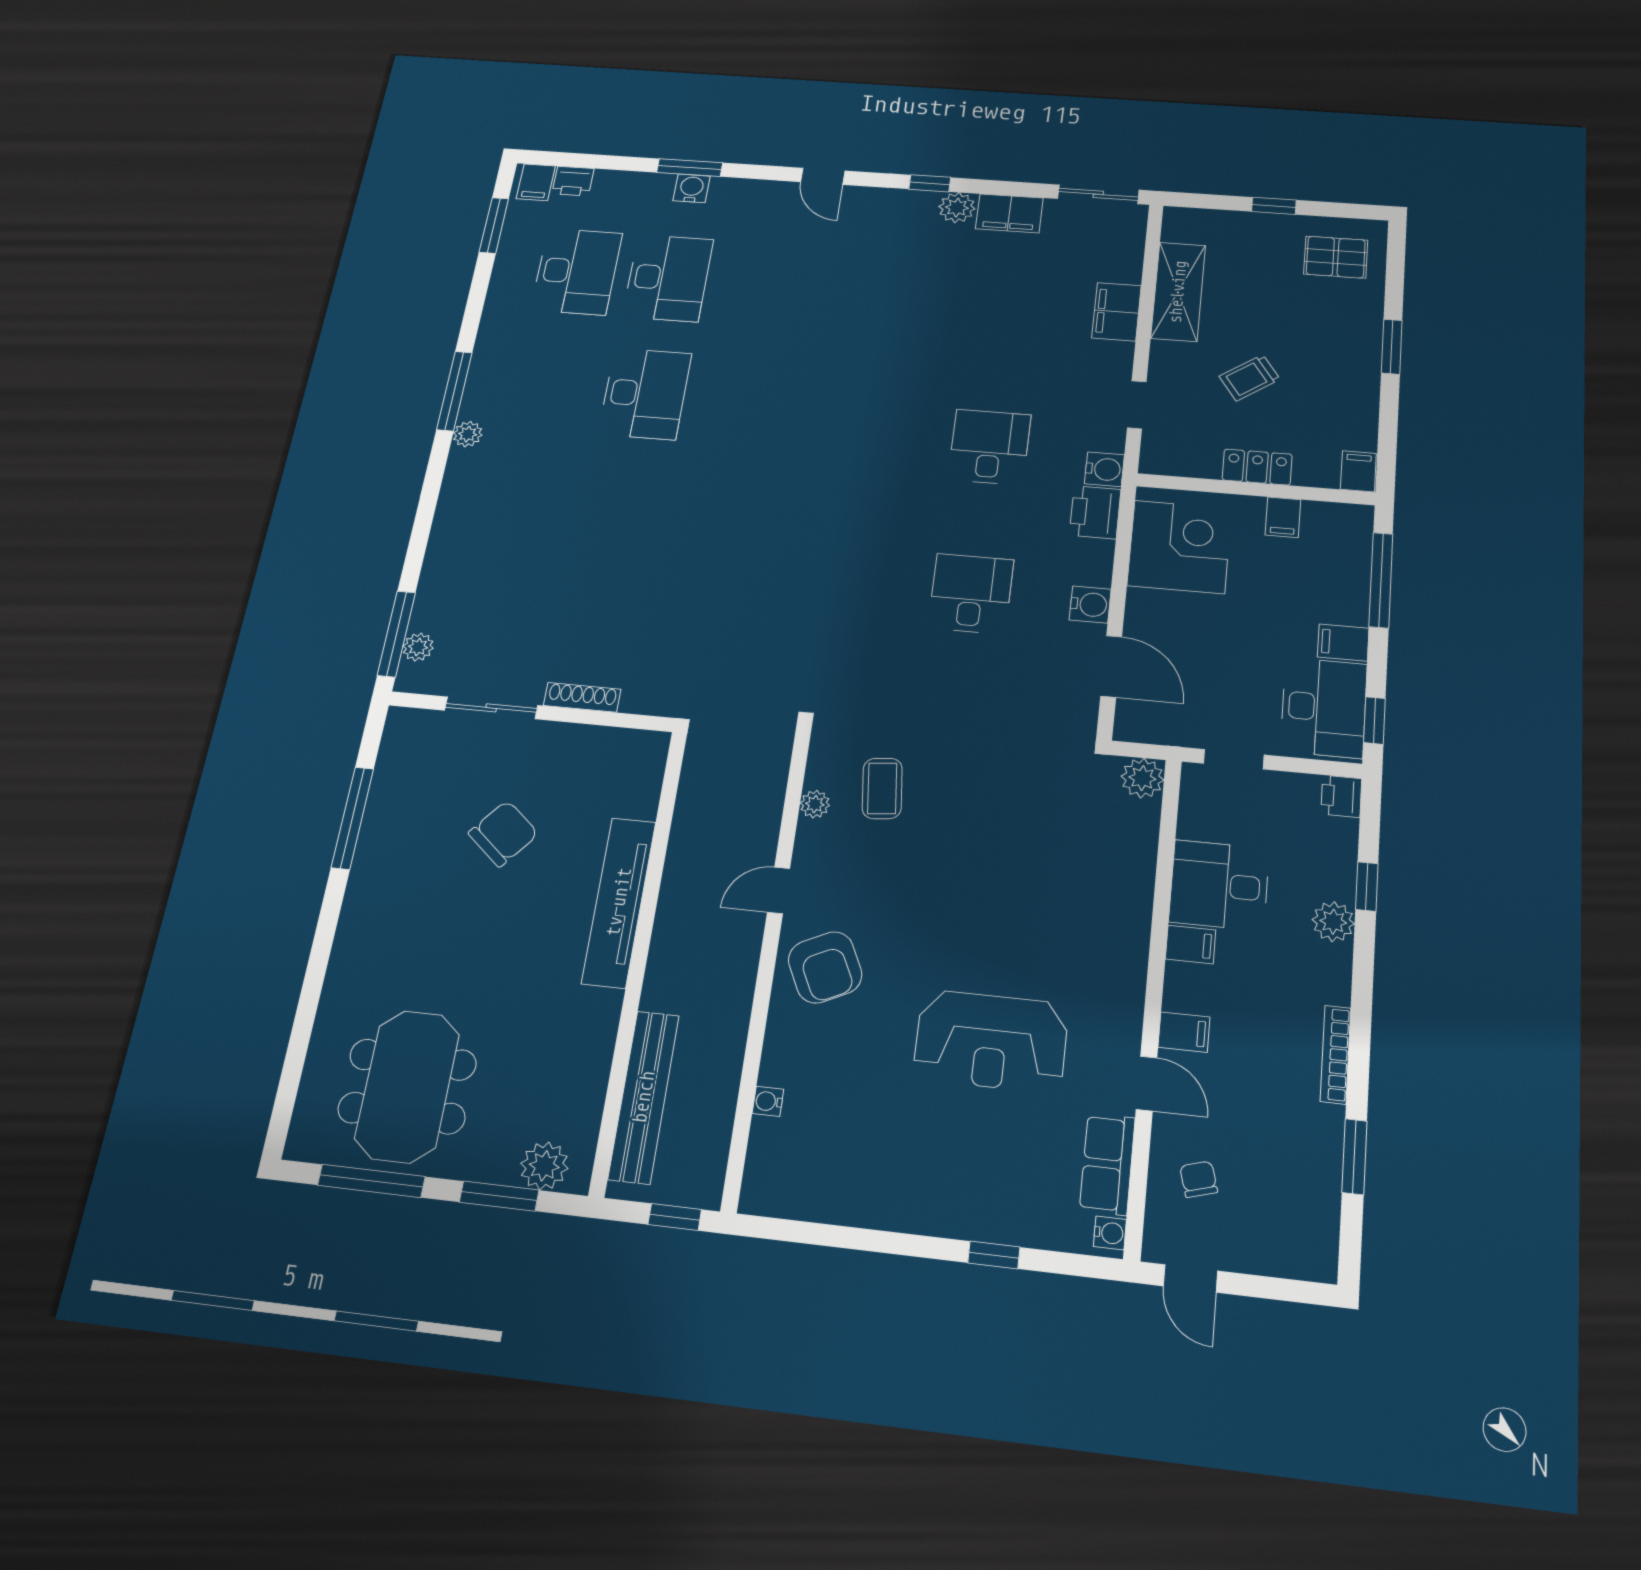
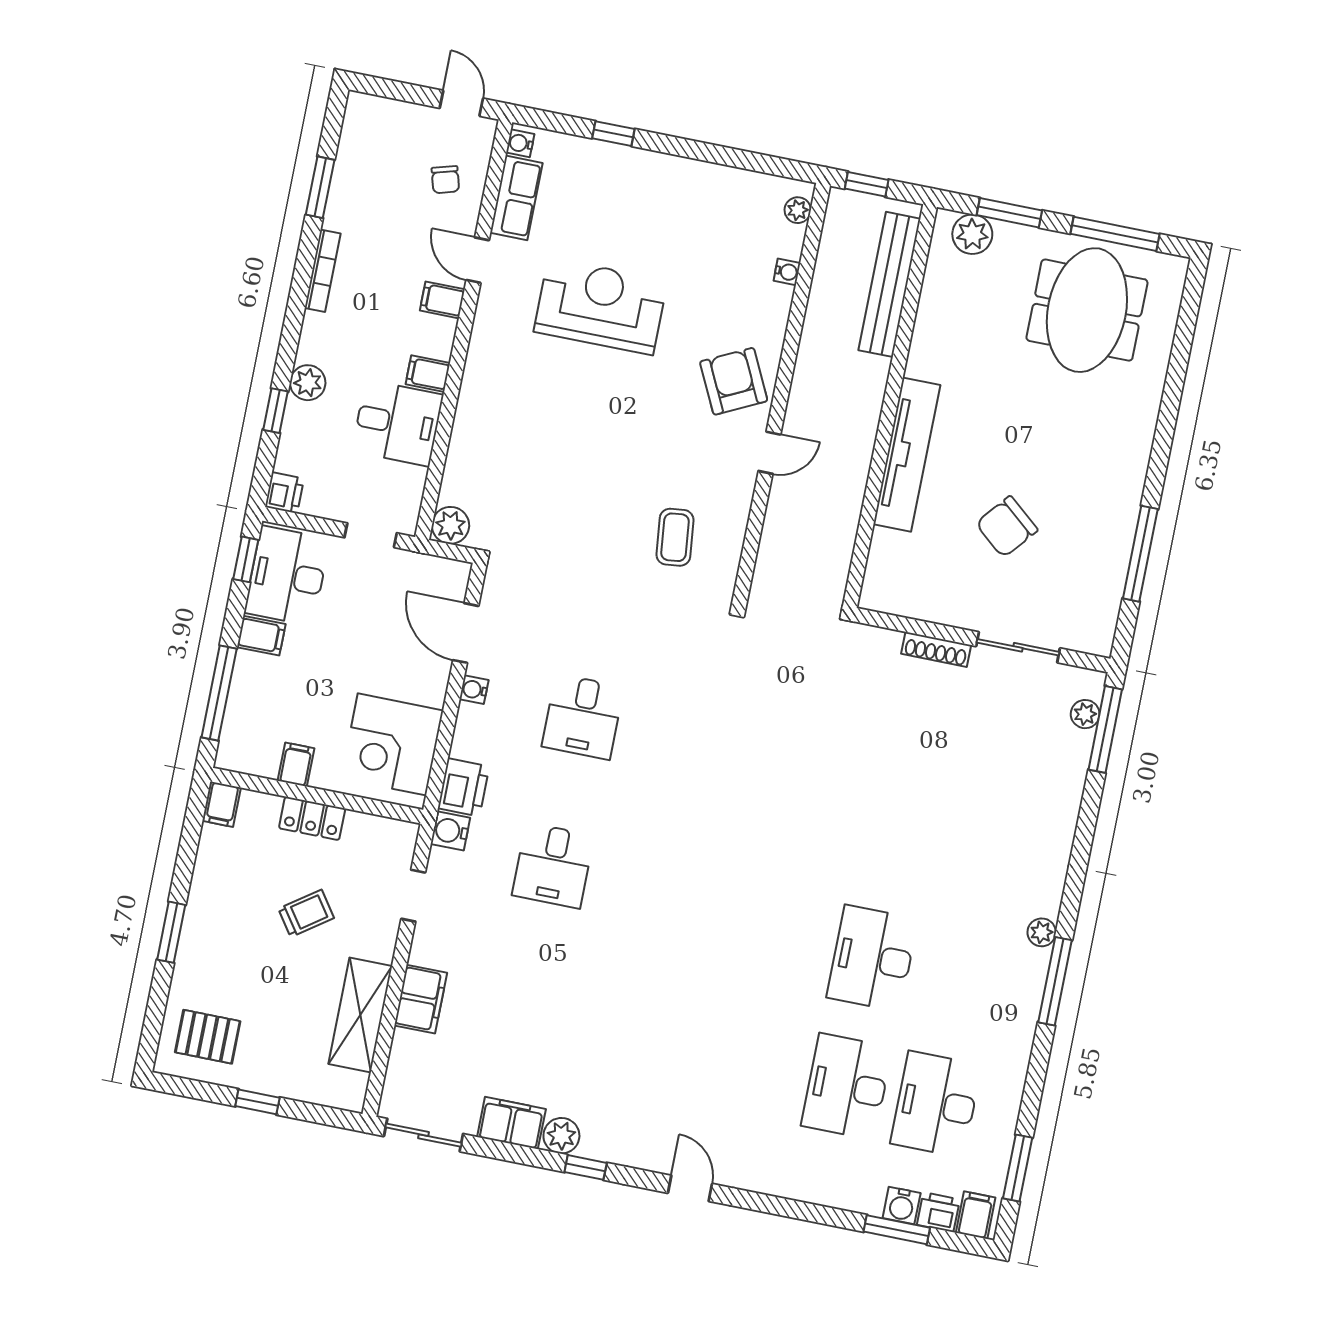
window: (690, 168) -> (897, 1230), moved
water cooler: (692, 188) -> (902, 1206), moved
water cooler: (1090, 604) -> (474, 690), width x0.72, depth x0.72
plant: (815, 804) -> (798, 210), moved

